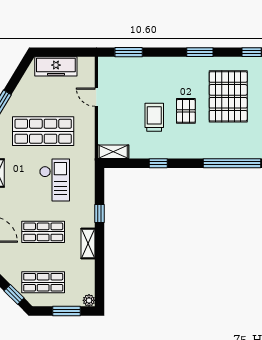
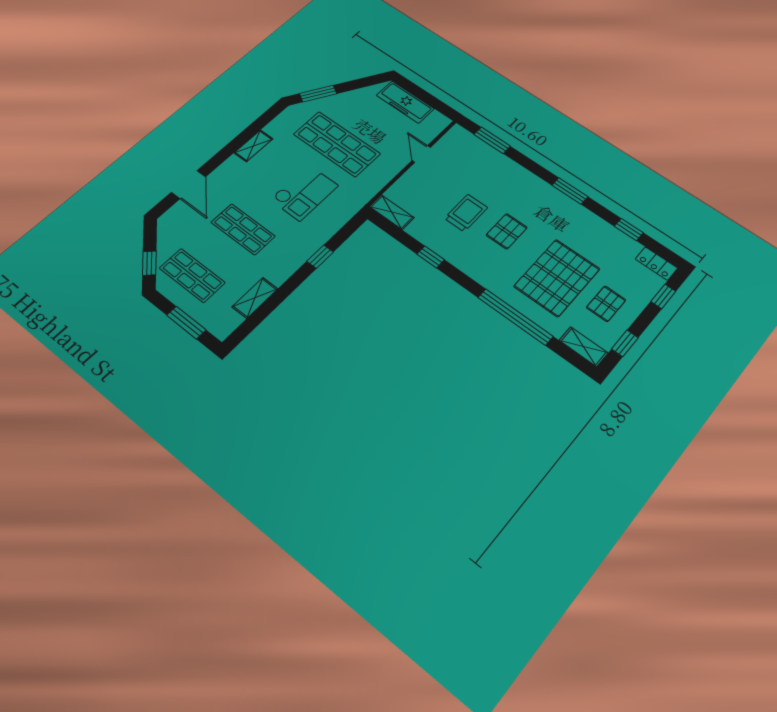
pallet: (228, 96) -> (557, 278), moved
shelving: (88, 243) -> (255, 298), moved
plant: (89, 300) -> (222, 331), removed

